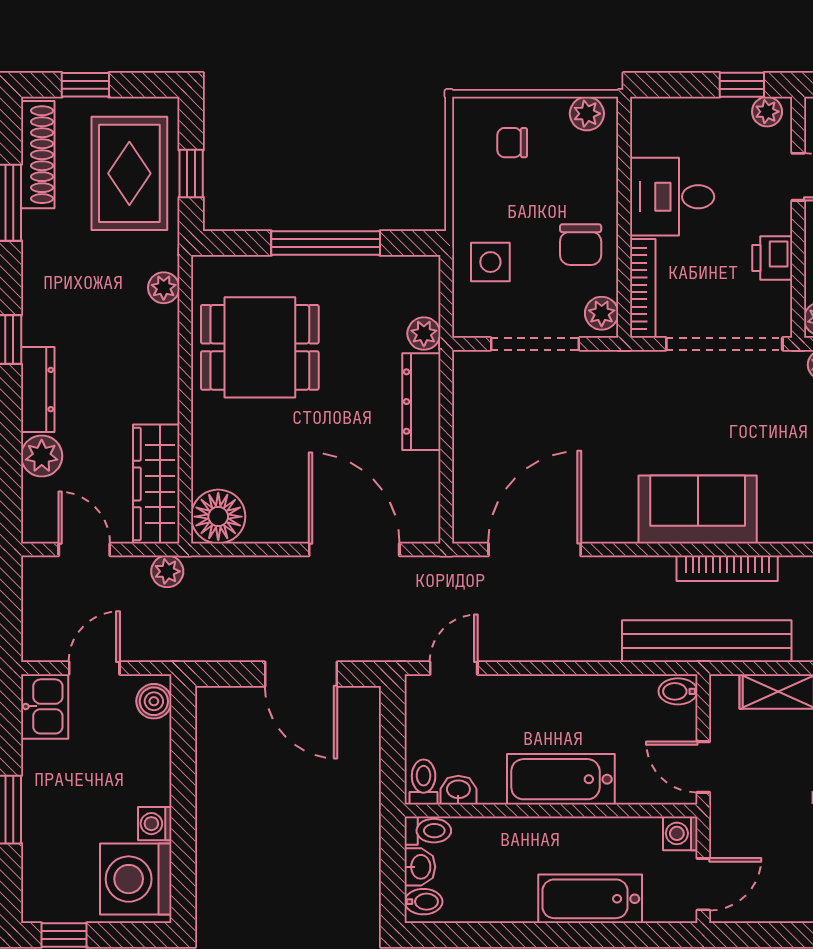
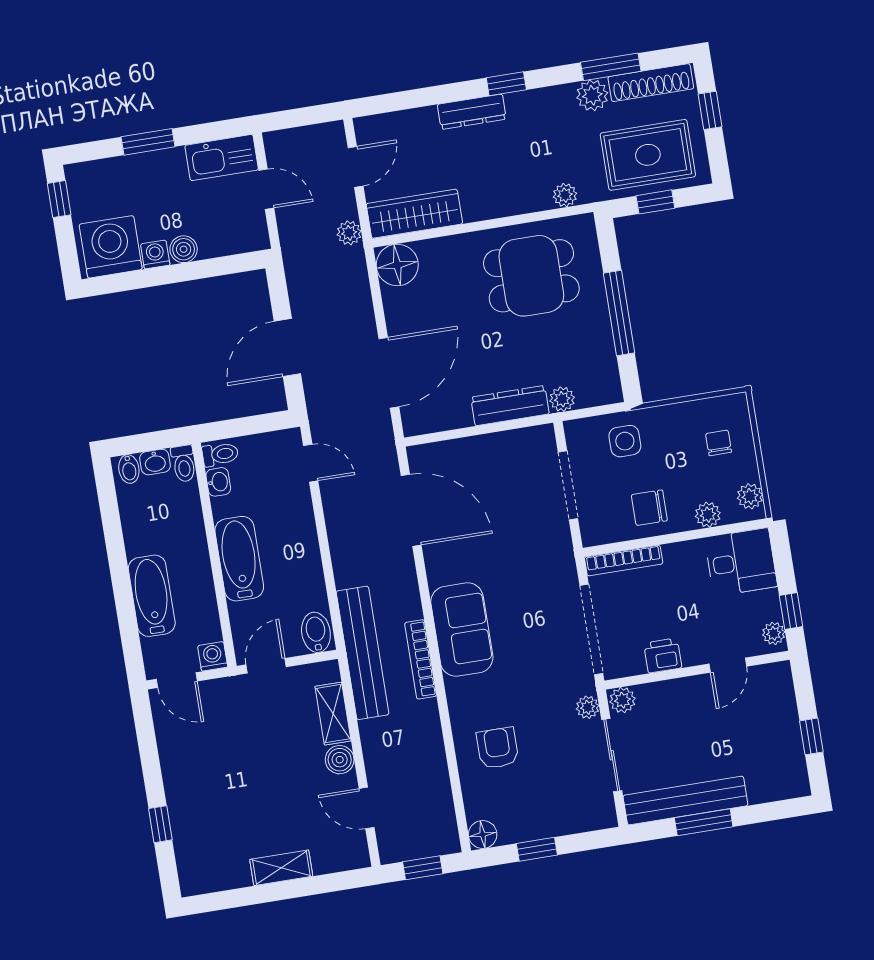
desk: (672, 197) -> (741, 562), moved, turned 90
plant: (602, 313) -> (708, 515), moved
dining table: (260, 347) -> (531, 276), turned 90
plant: (42, 456) -> (592, 95), moved
bidet: (678, 691) -> (316, 632), width x1.38, depth x1.36
boiler: (154, 701) -> (184, 249), moved
kitchen sink: (45, 706) -> (222, 158), width x1.38

